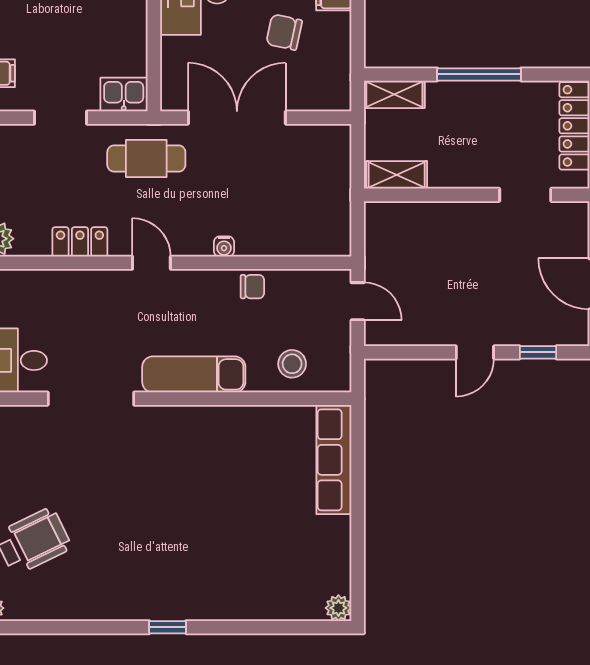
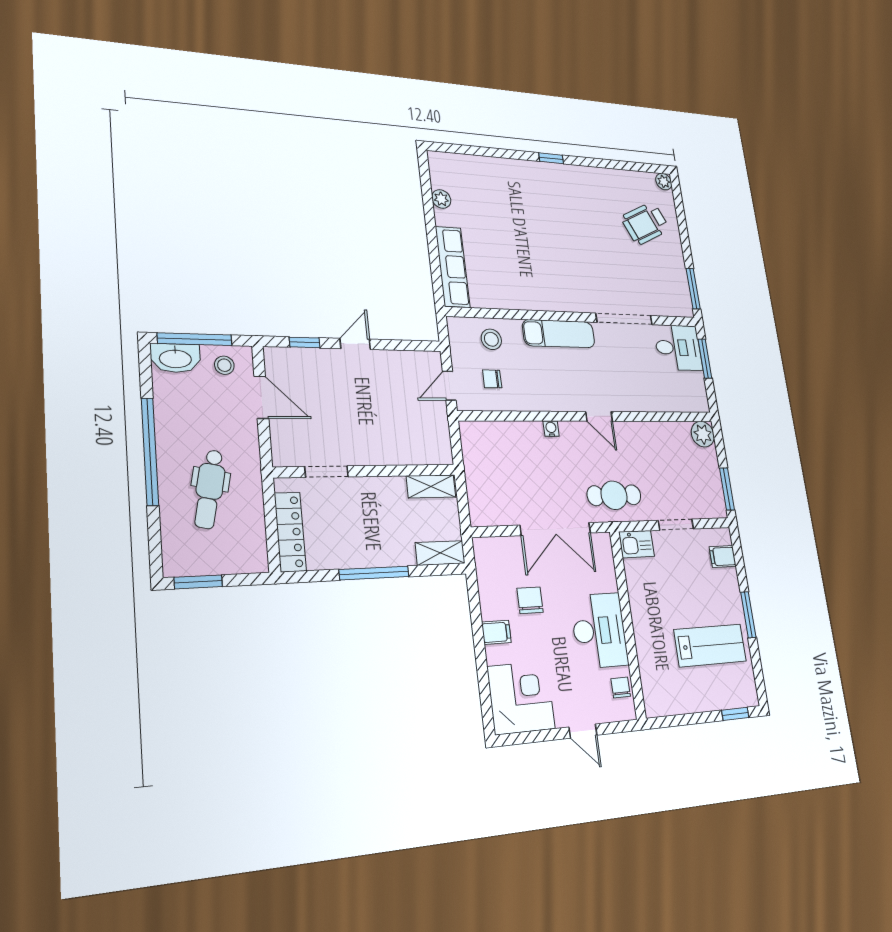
chair: (284, 32) -> (530, 600), turned -102
locker: (80, 242) -> (649, 432), removed
chair: (252, 287) -> (492, 379), moved
door: (358, 301) -> (449, 386), hinge flipped
plant: (338, 608) -> (441, 199), moved

